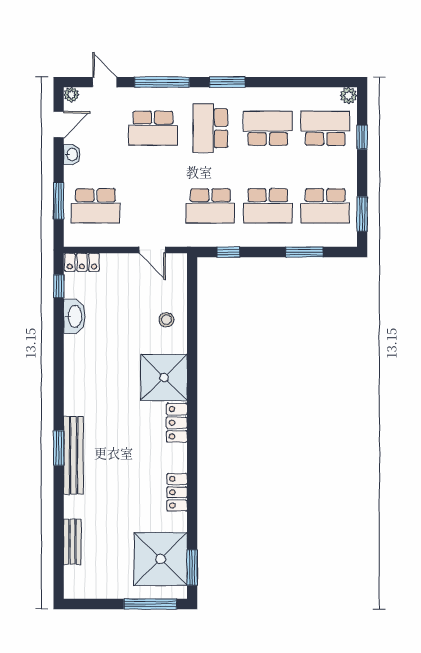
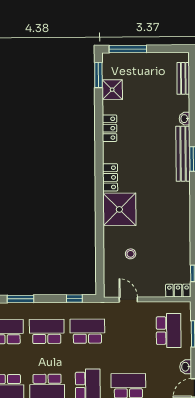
school desk: (96, 206) -> (169, 331), turned 90
washbasin: (74, 316) -> (184, 119), moved, width x0.52, depth x0.69
stool: (166, 320) -> (131, 254), moved
bench: (72, 542) -> (183, 78), moved
shower: (161, 559) -> (112, 90), width x0.54, depth x0.54

